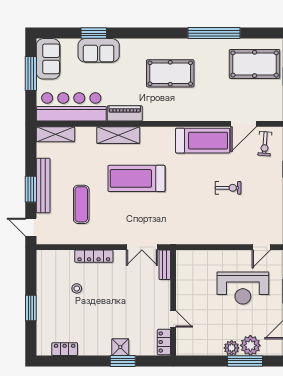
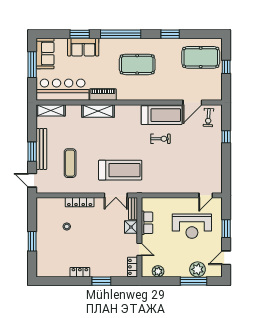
window: (148, 33) -> (121, 34), added
window: (214, 33) -> (170, 34), width x0.47
treadmill: (136, 178) -> (120, 170), moved, turned 180
exercise bike: (228, 188) -> (160, 139), moved
row of seats: (183, 284) -> (147, 223), added
shower: (120, 347) -> (131, 227), moved
plant: (232, 348) -> (158, 271), moved
locker: (65, 349) -> (80, 272), moved

